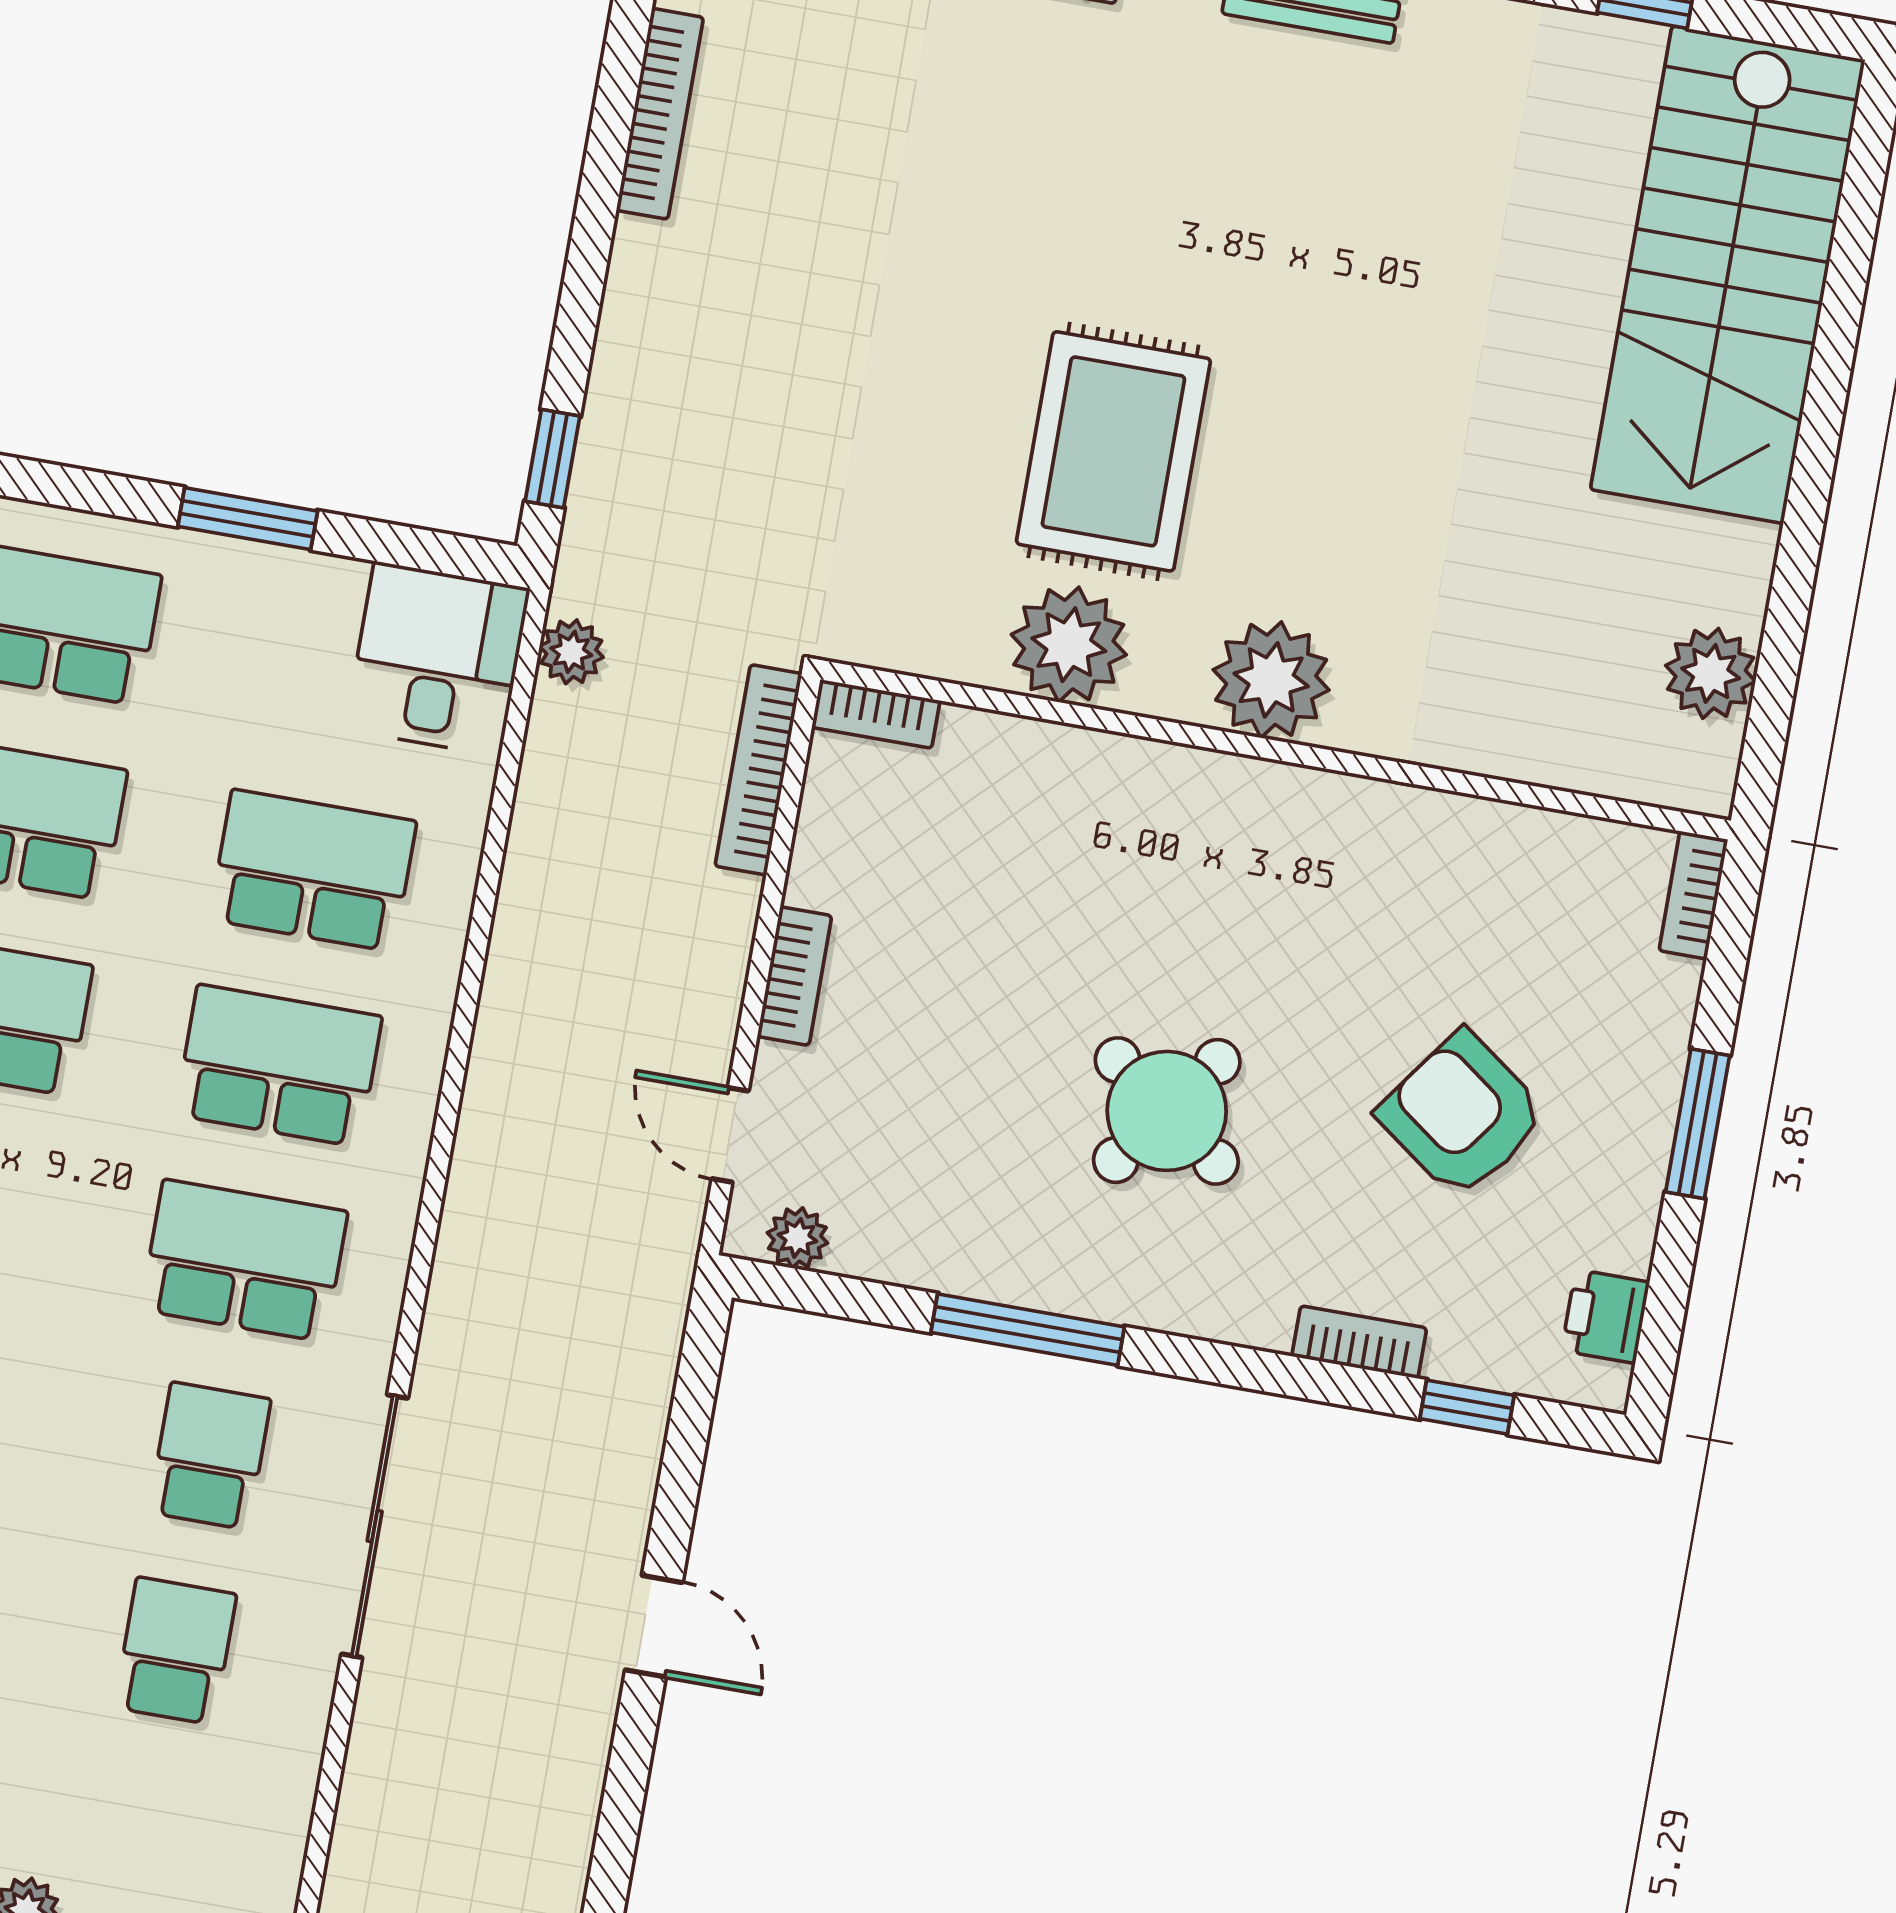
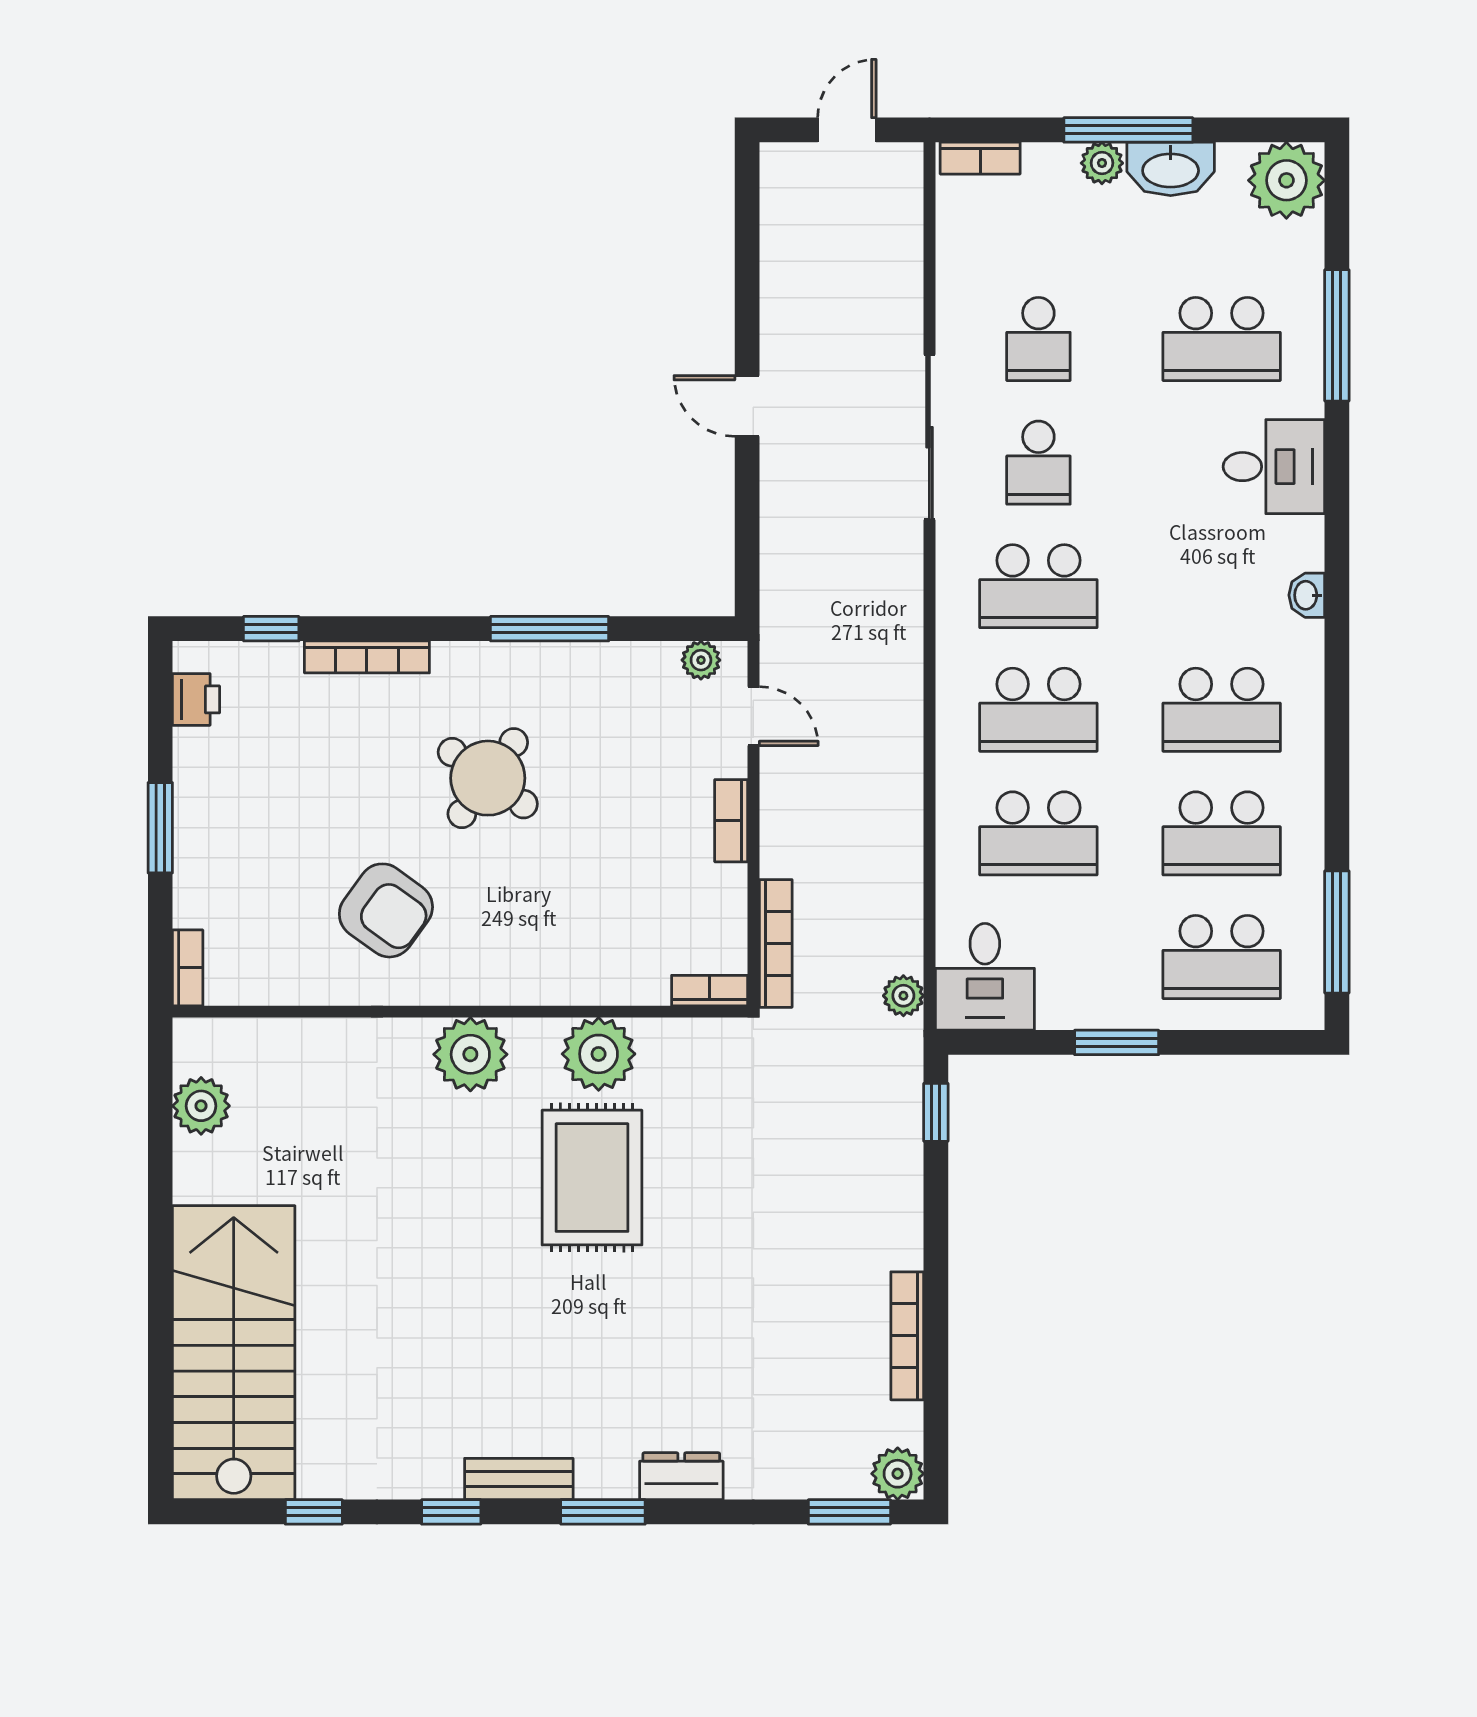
armchair: (1462, 1115) -> (386, 910), moved
bookcase: (1359, 1342) -> (367, 657), width x1.56

